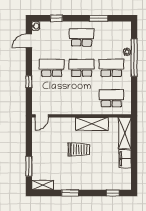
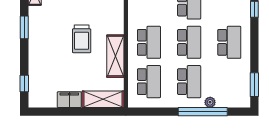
window: (99, 18) -> (254, 85), moved
school desk: (82, 98) -> (149, 42), added

